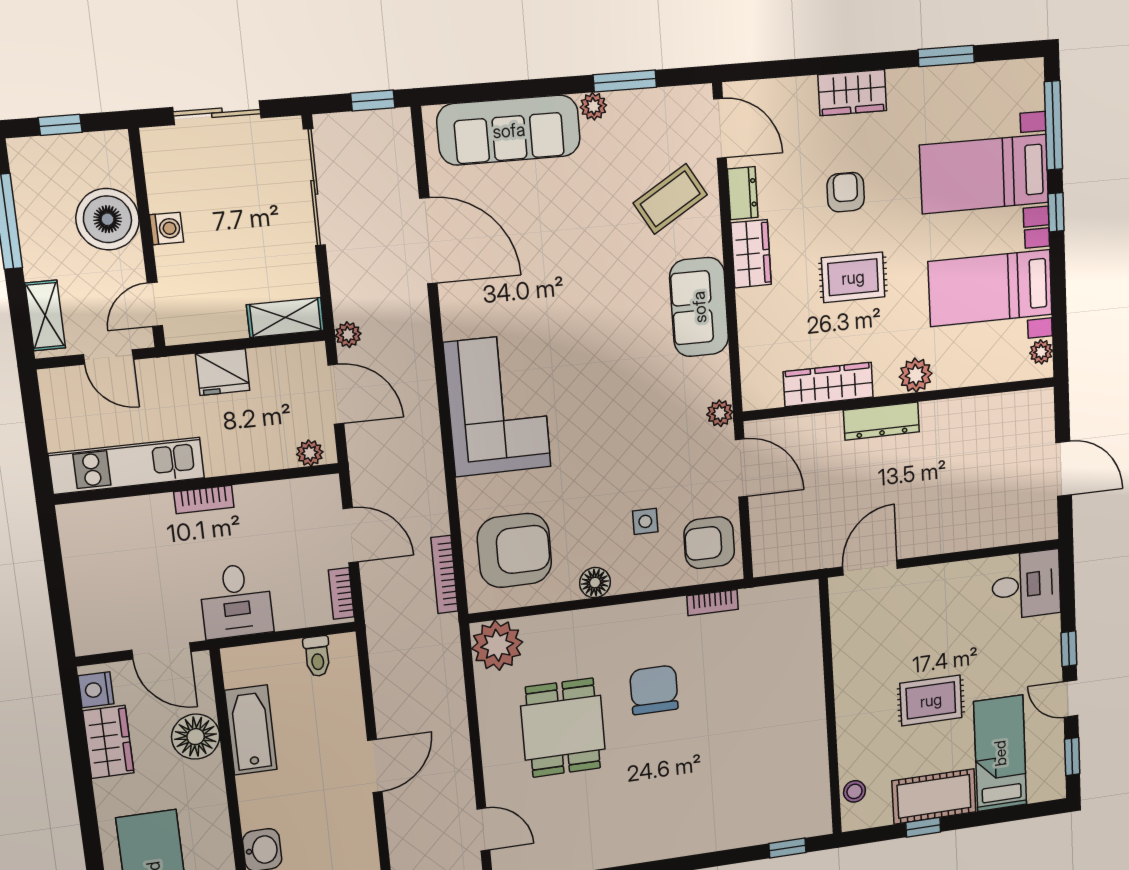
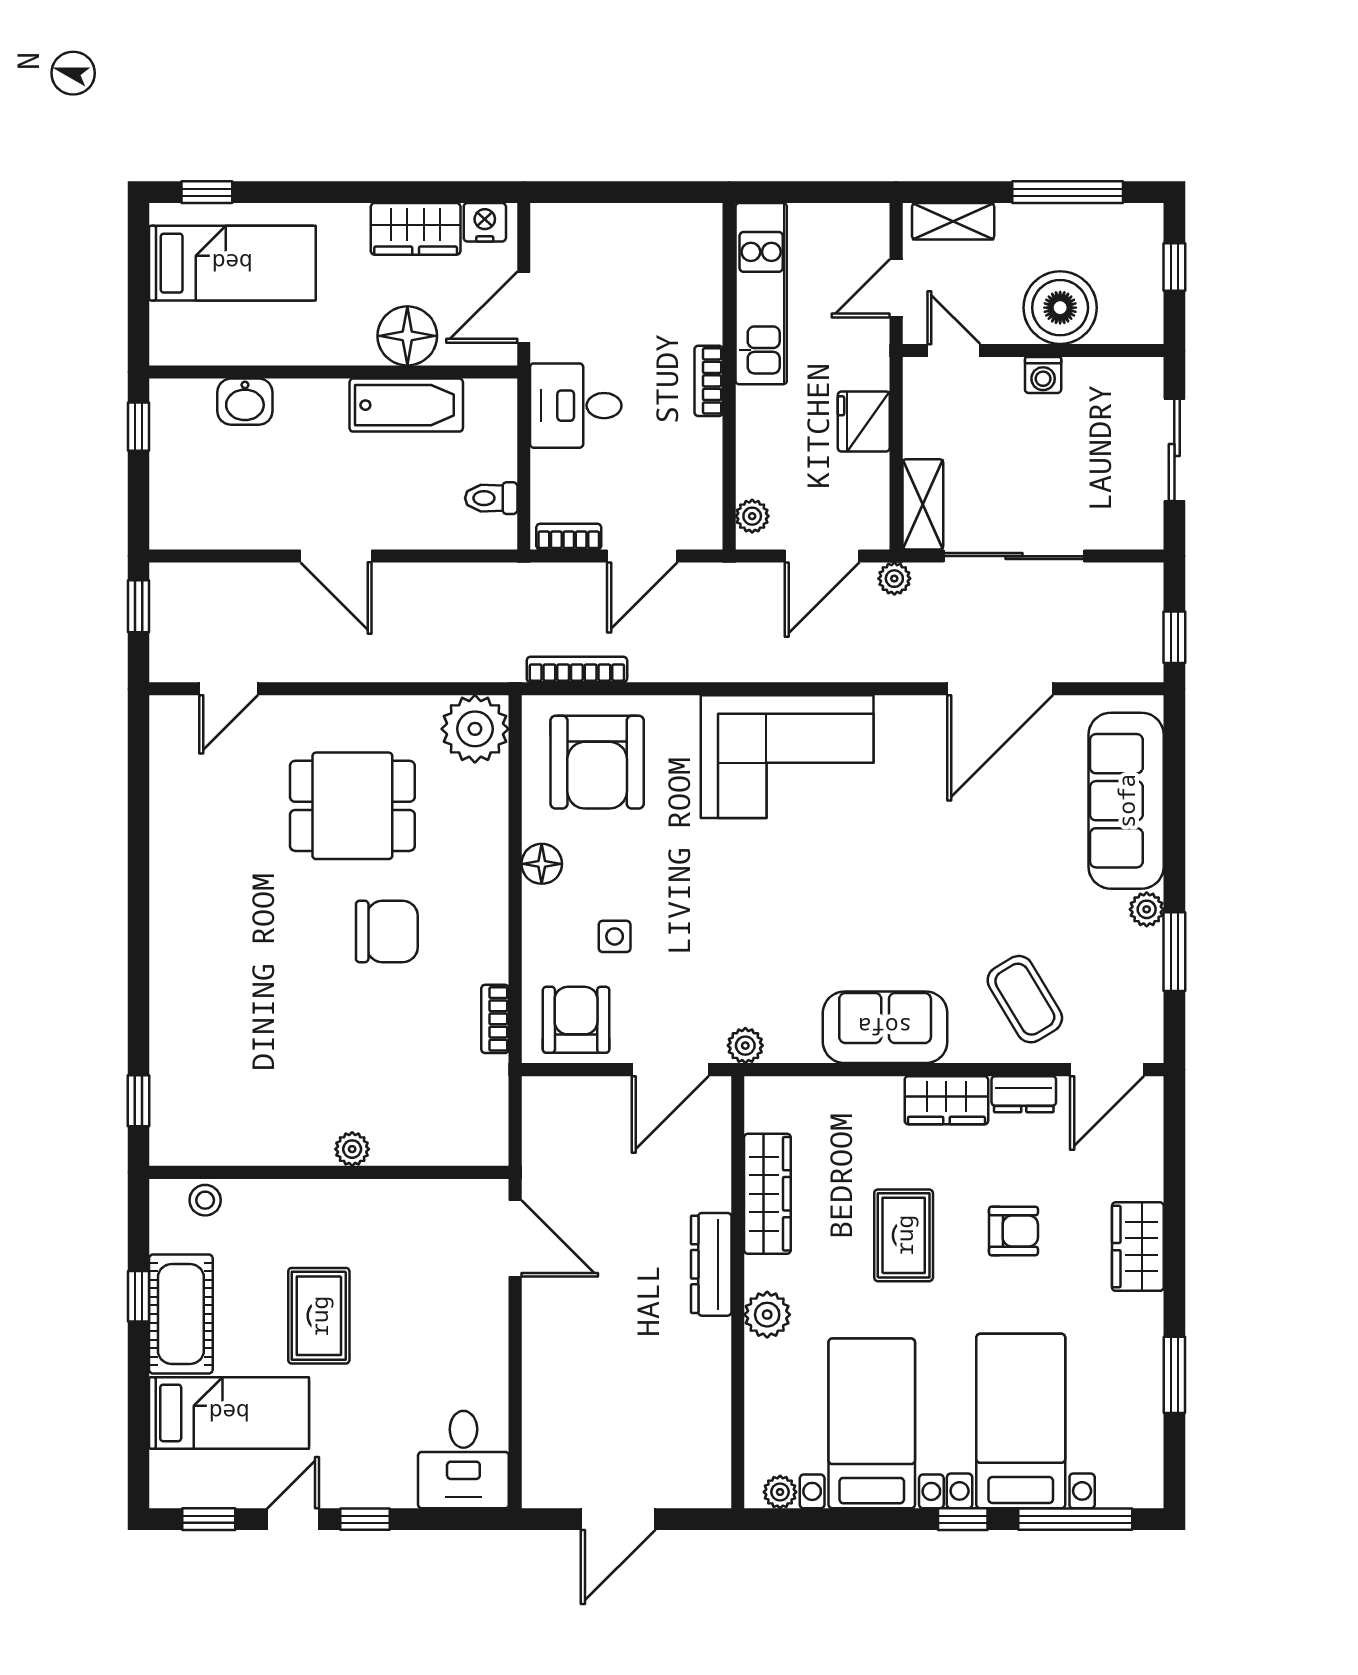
sliding door: (314, 187) -> (1014, 556), moved
plant: (813, 693) -> (352, 1149), added

